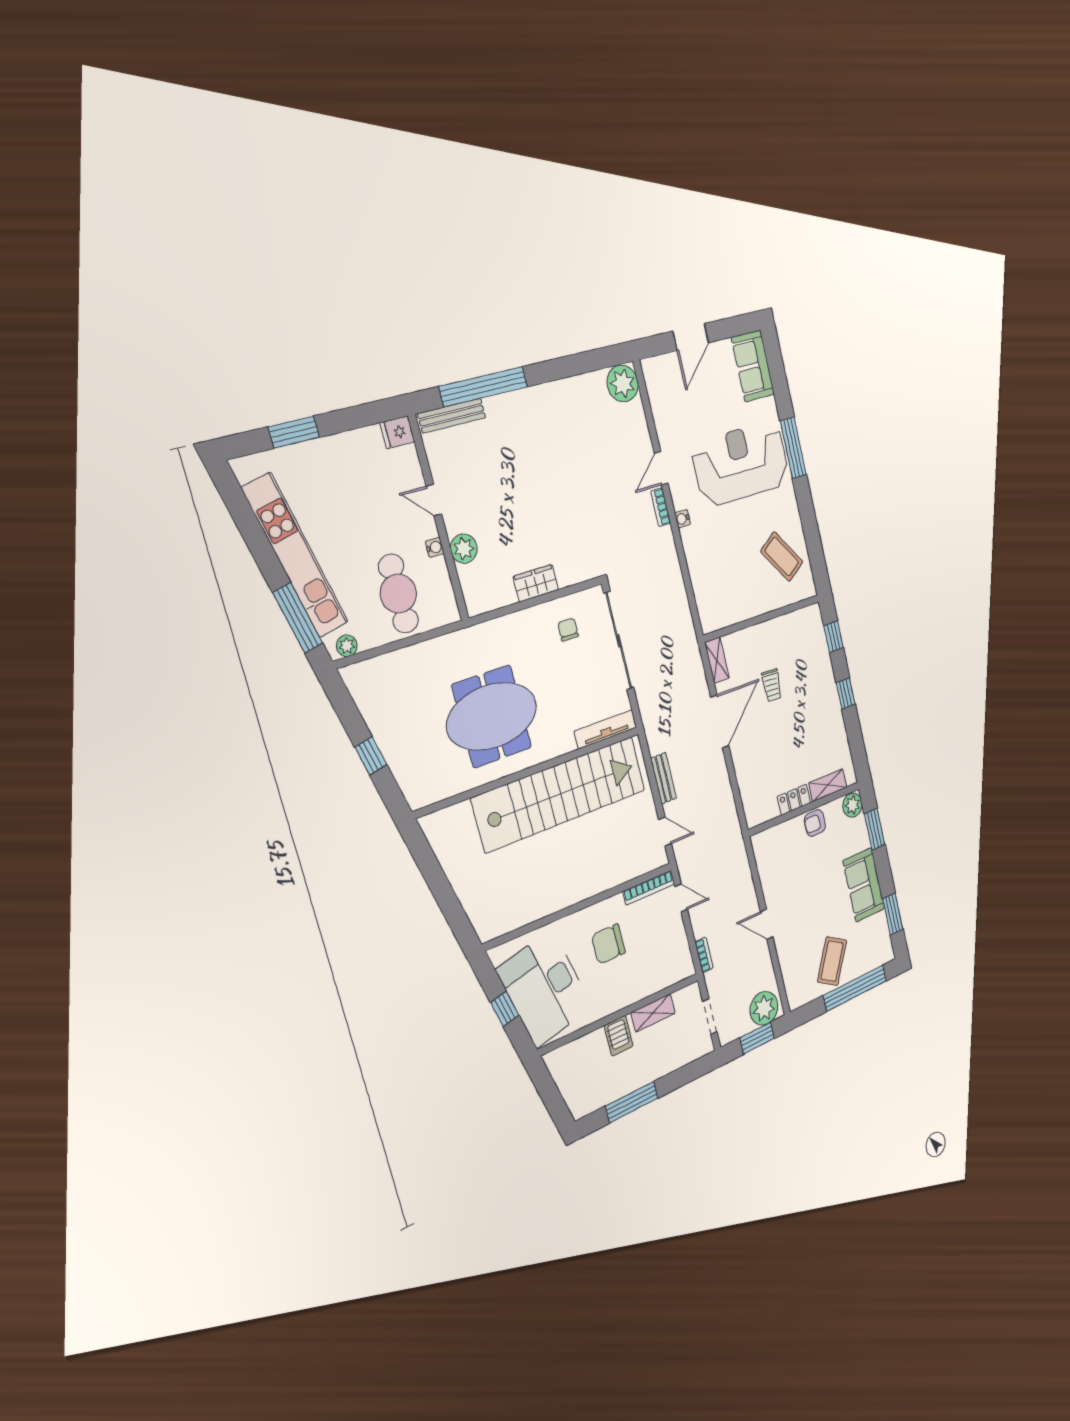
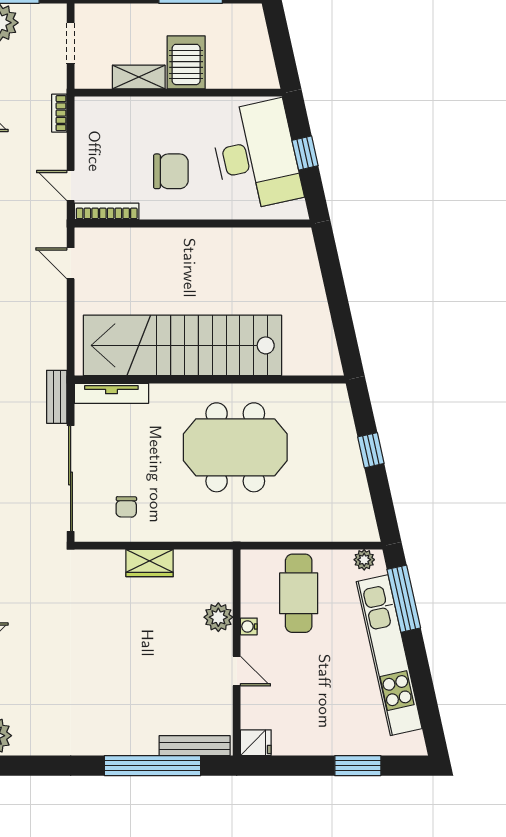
bench: (663, 778) -> (57, 397), moved
server rack: (619, 1036) -> (186, 62), width x1.36, depth x1.44

